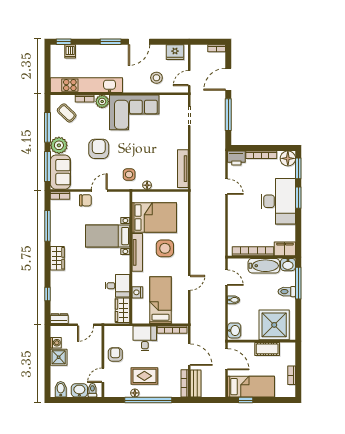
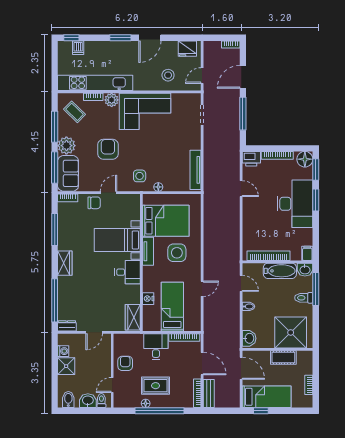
filing cabinet: (285, 249) -> (307, 253), width x0.50
tv unit: (137, 252) -> (148, 251), width x0.71
desk: (117, 286) -> (128, 272), moved
window: (47, 294) -> (55, 300), width x3.17

